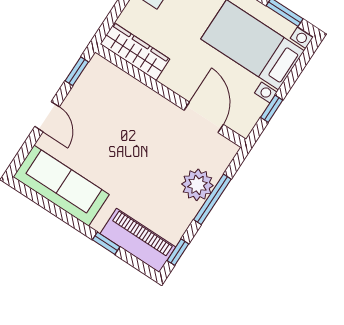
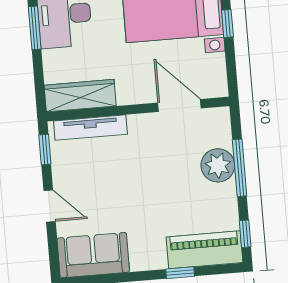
tv unit: (124, 82) -> (90, 128), added
window: (272, 109) -> (227, 24), moved
sofa: (61, 186) -> (93, 255), width x0.73

